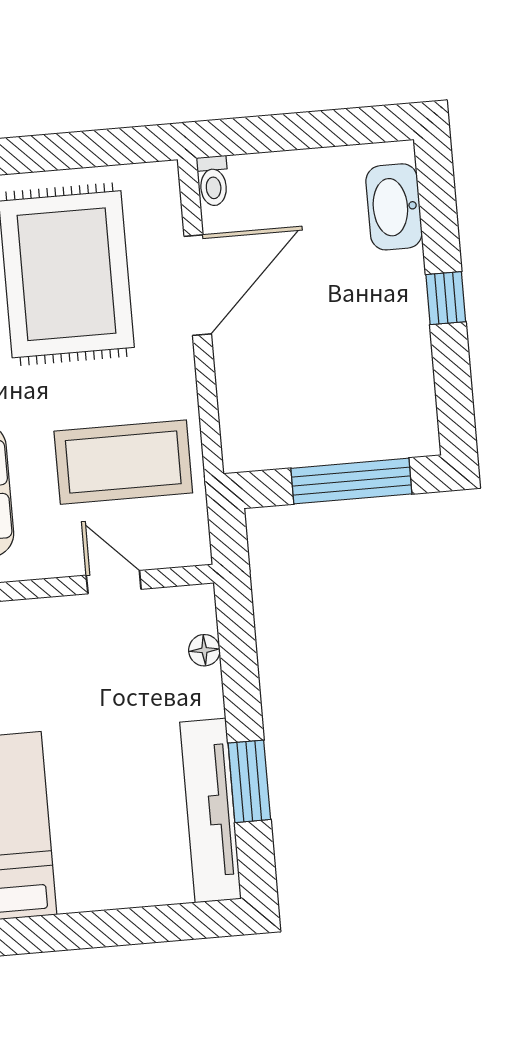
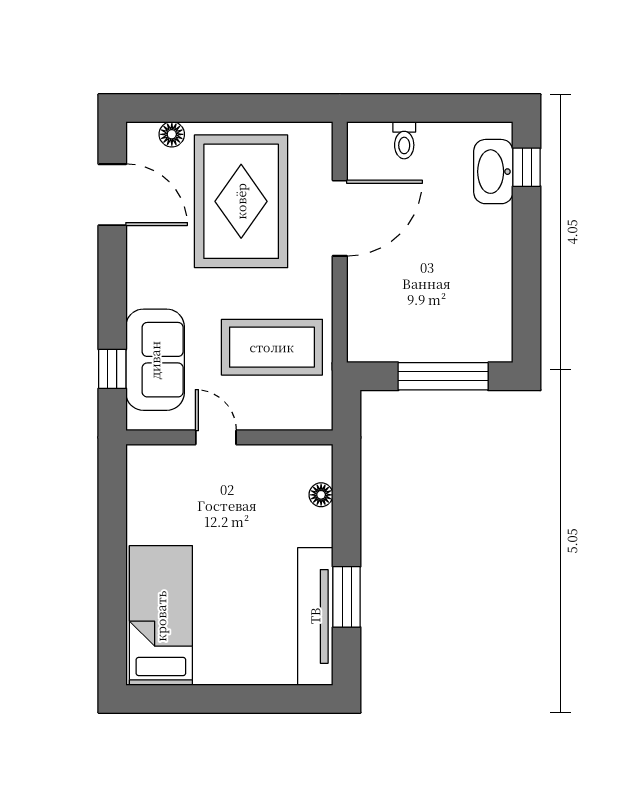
toilet: (213, 181) -> (404, 140), moved
window: (446, 298) -> (527, 167), moved
door: (114, 582) -> (216, 437), moved

